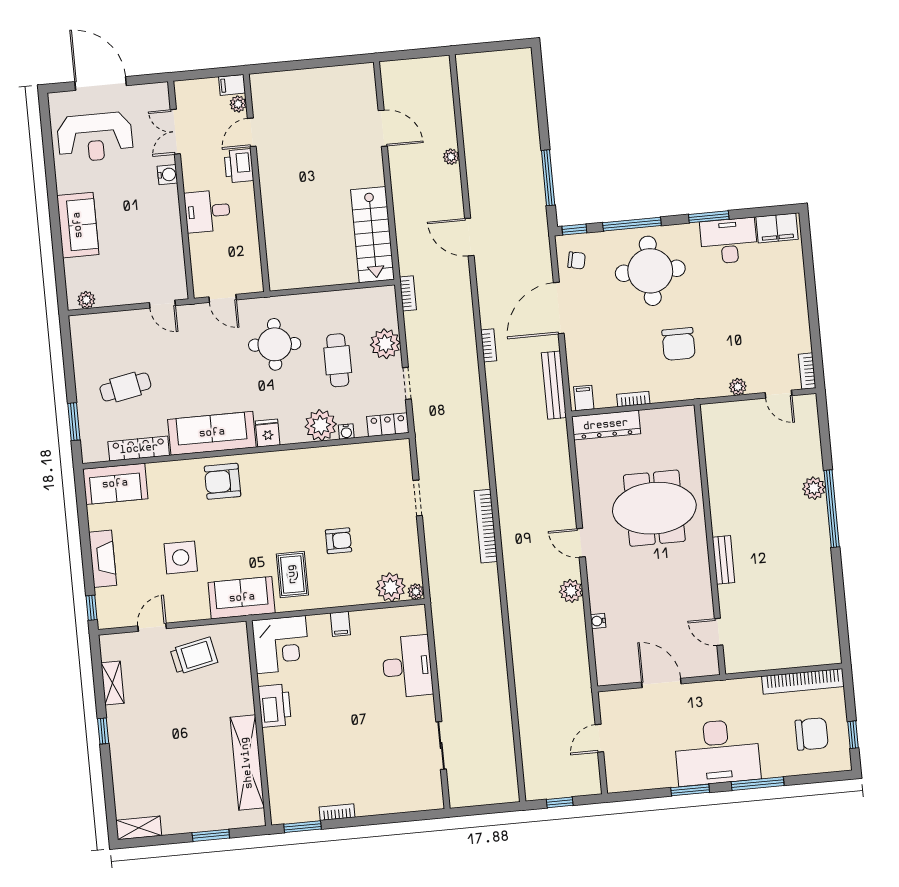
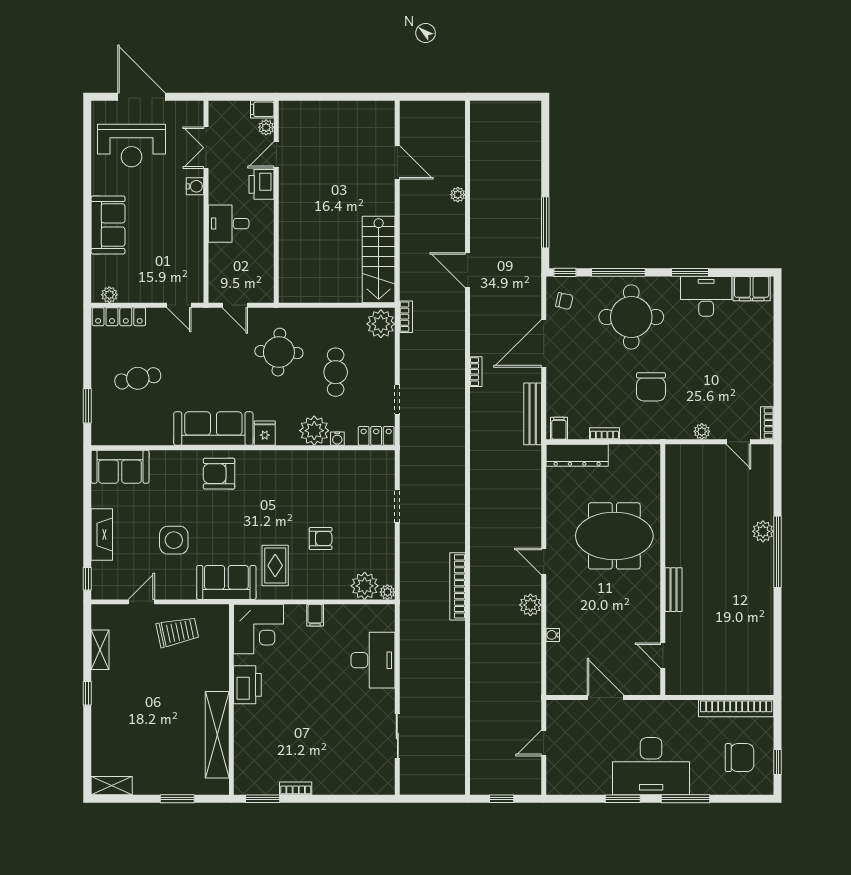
plant: (385, 344) -> (381, 324), moved
locker: (139, 449) -> (119, 317), moved, turned 180
bookcase: (486, 526) -> (458, 586), moved

